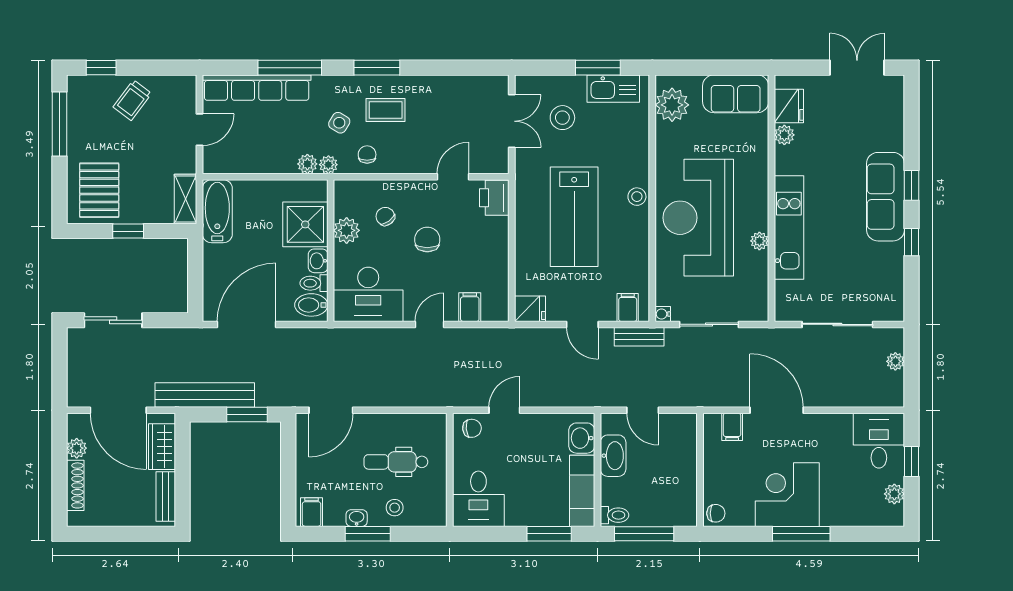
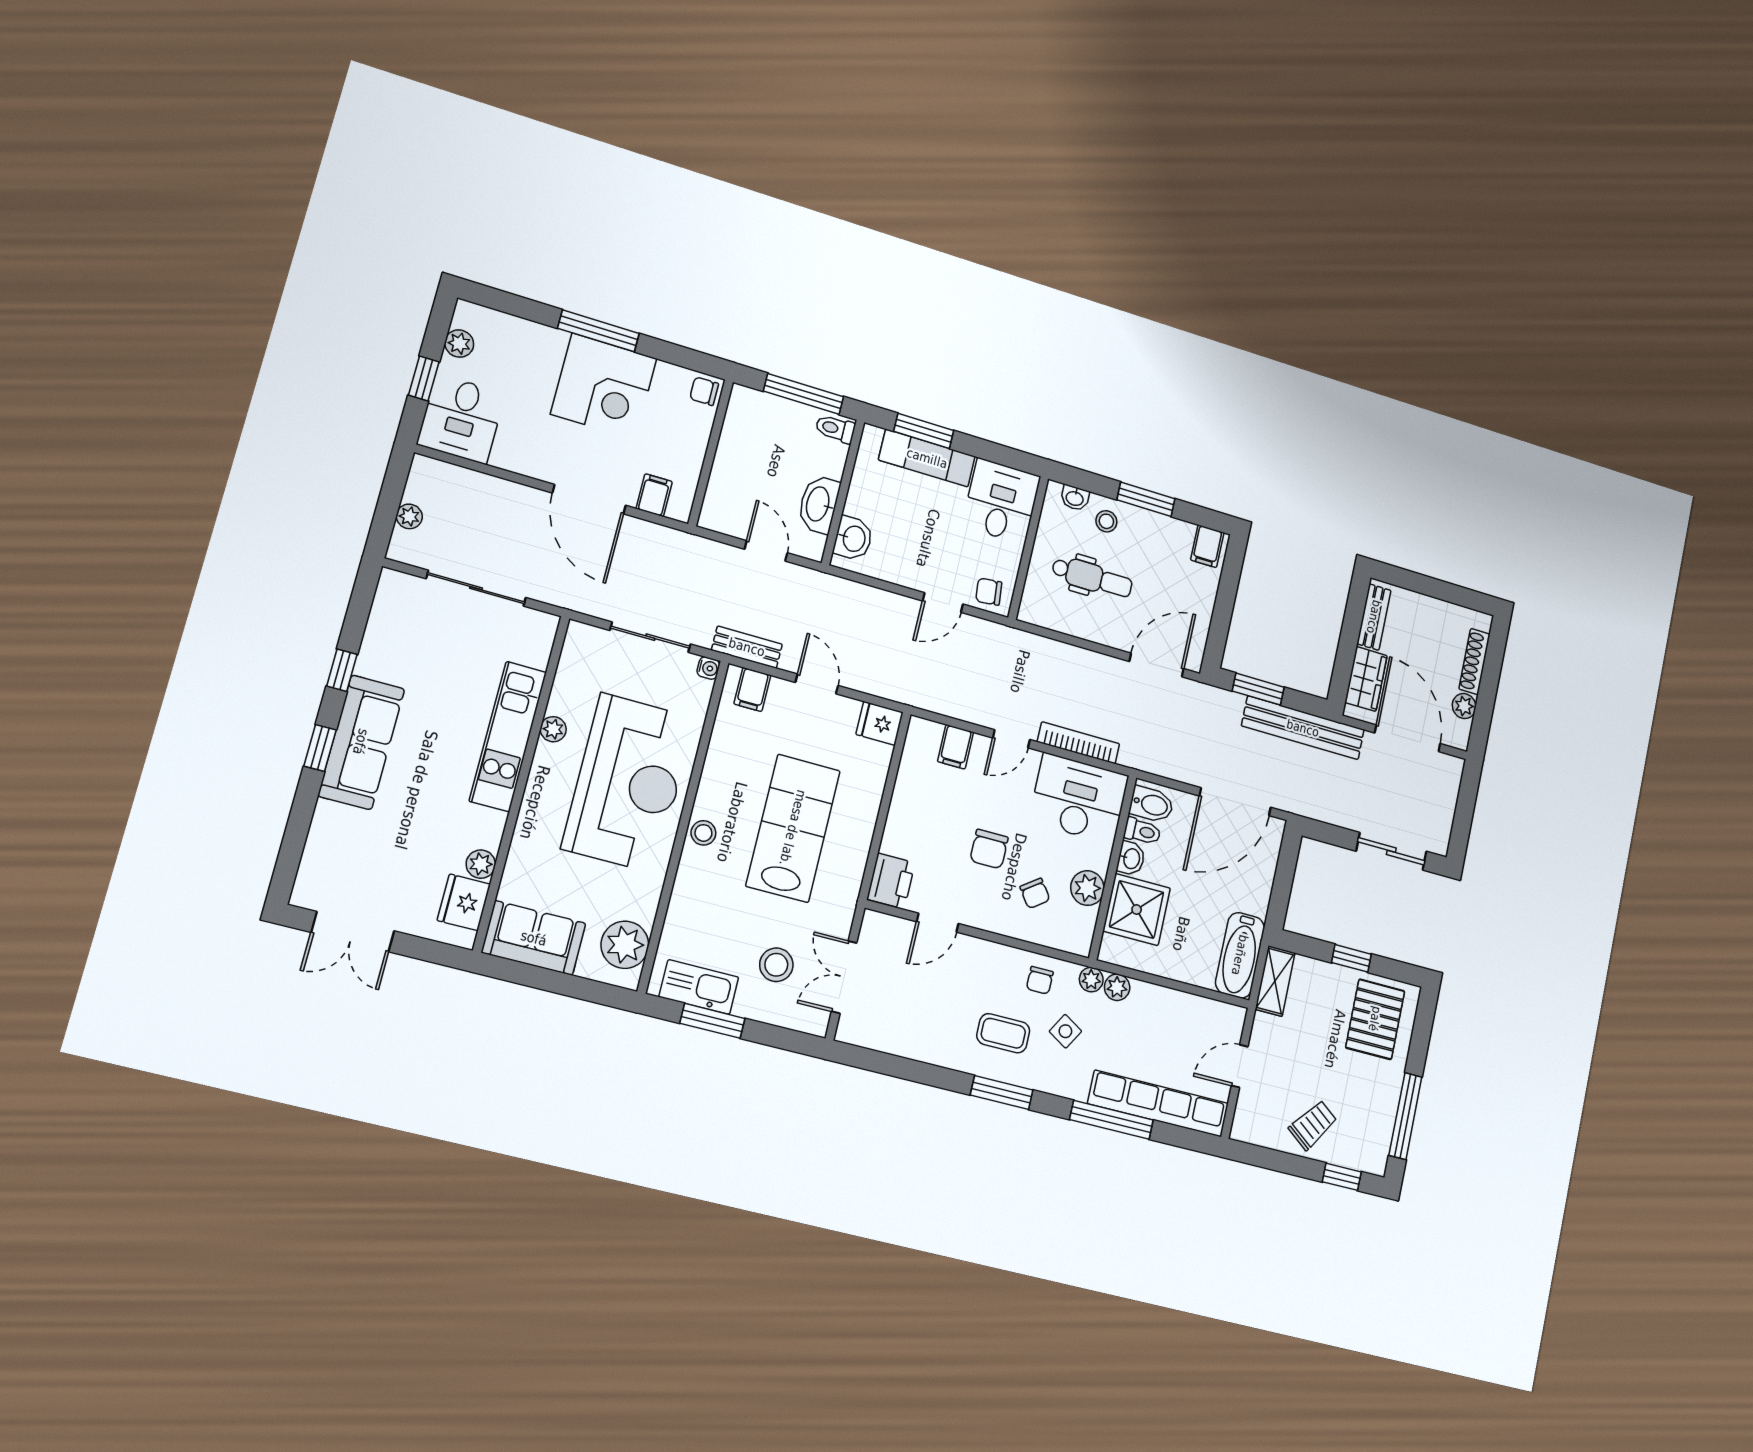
bookcase: (378, 335) -> (1078, 743), added
exam couch: (582, 491) -> (927, 458), moved, turned 90
washbasin: (357, 518) -> (1075, 498), moved

